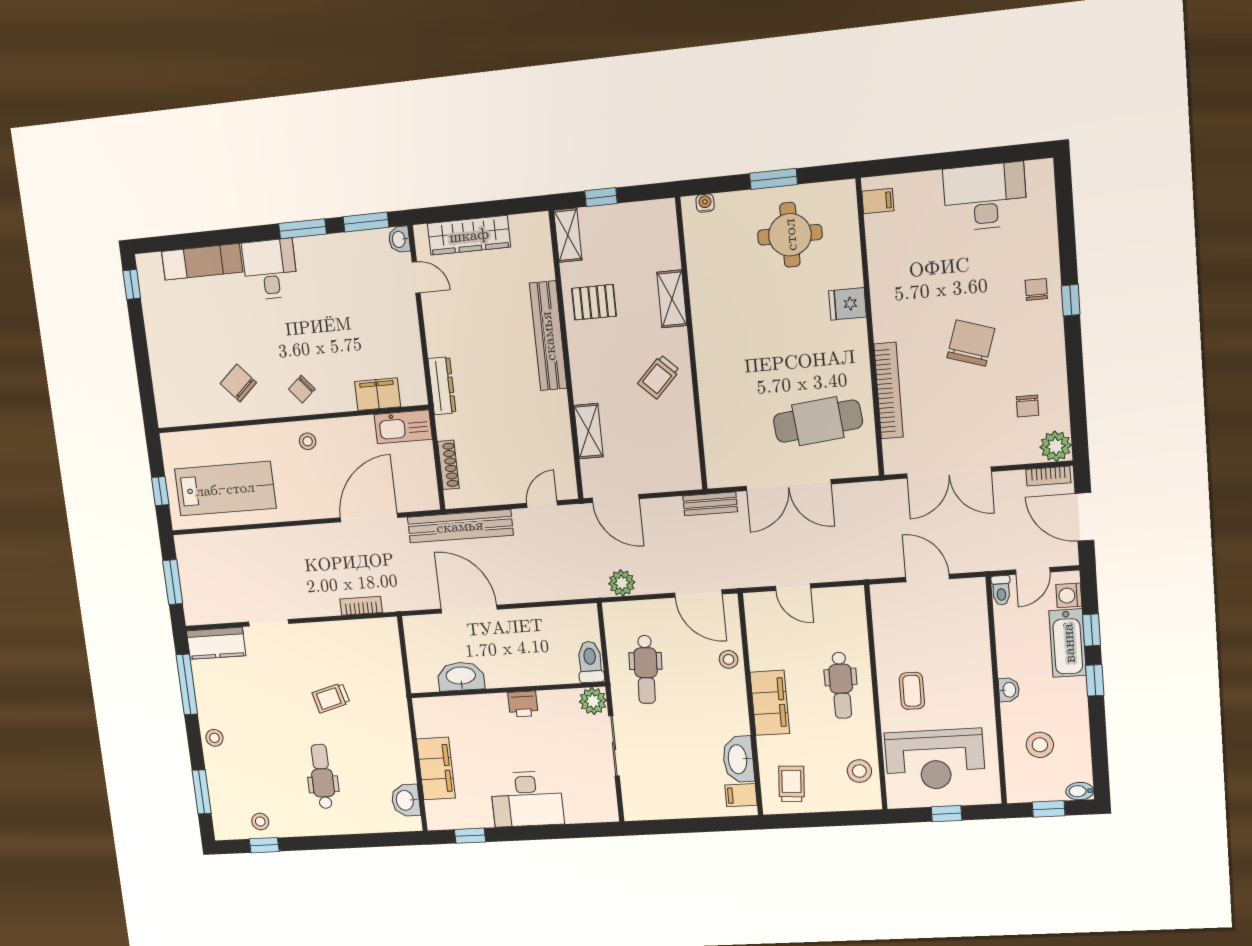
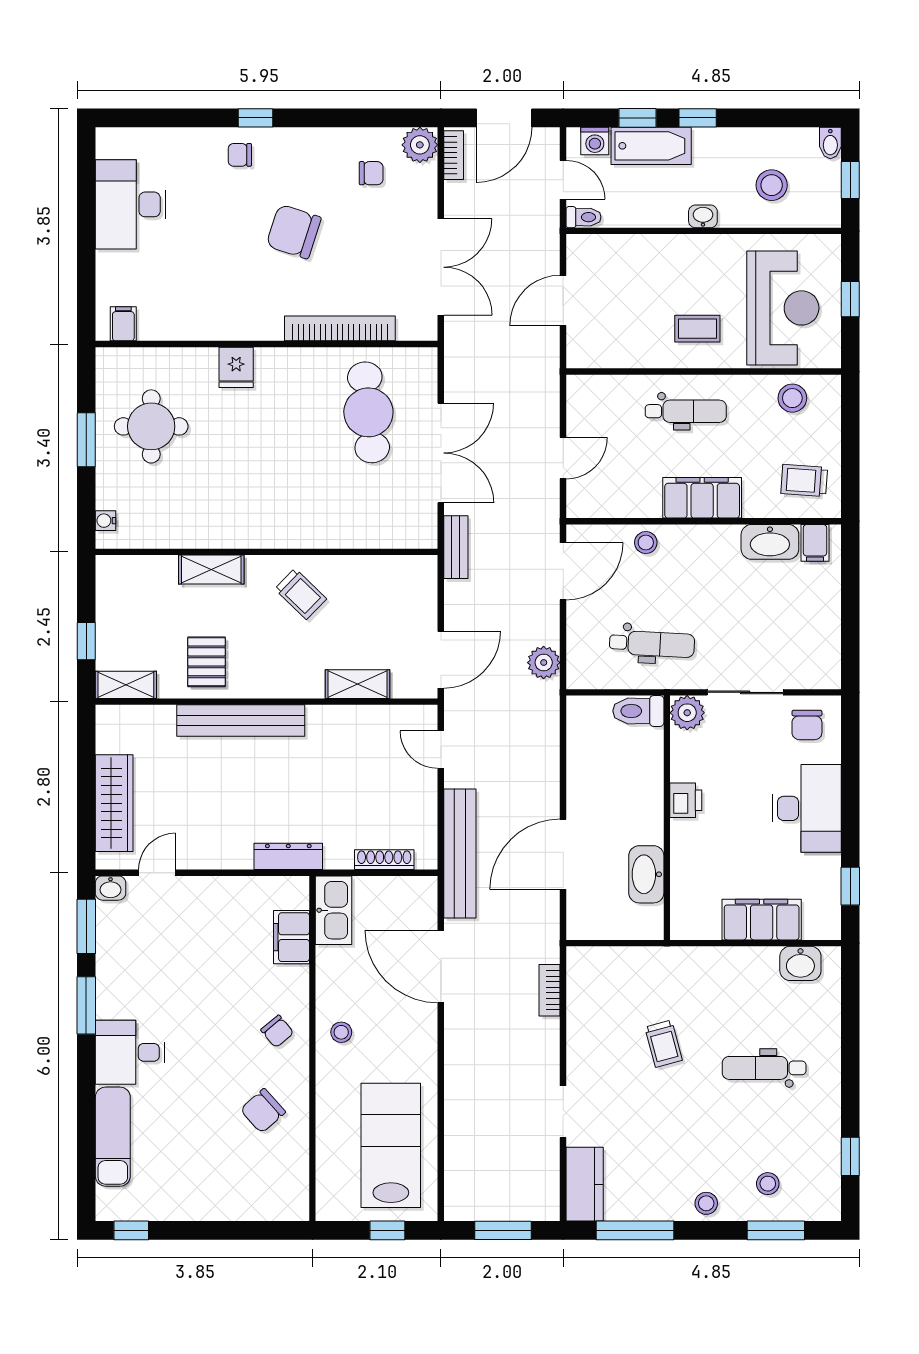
chair: (593, 796) -> (807, 725), added
stool: (260, 822) -> (768, 1184), moved

